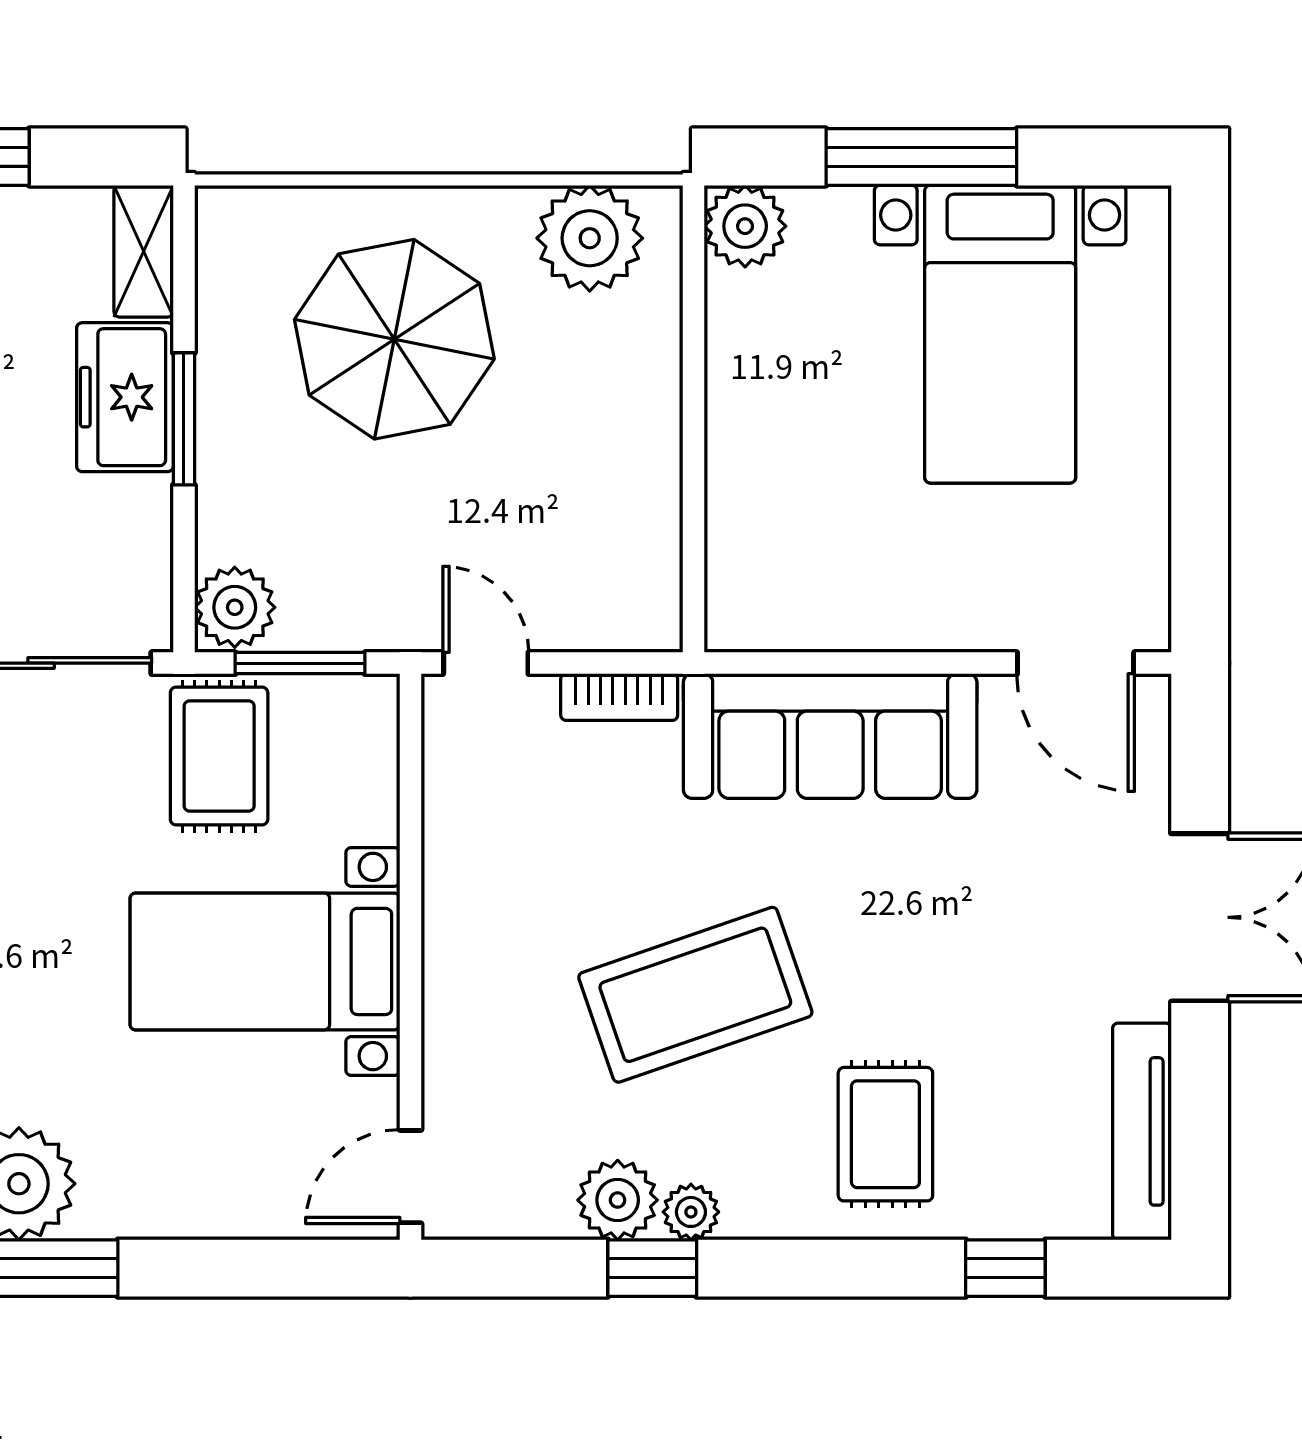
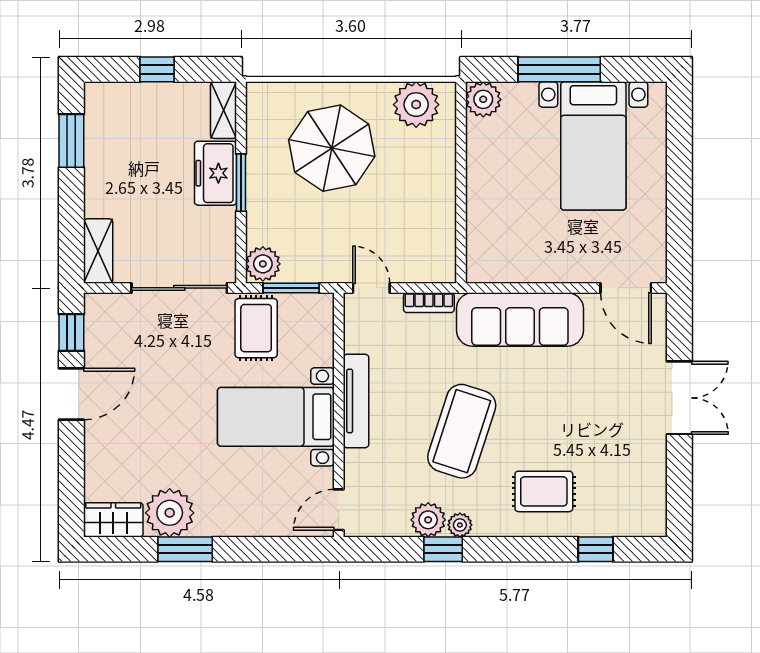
coffee table: (695, 995) -> (462, 431), turned -53
tv unit: (1142, 1131) -> (356, 401), moved, turned 180
rug: (885, 1134) -> (544, 491), turned 90

